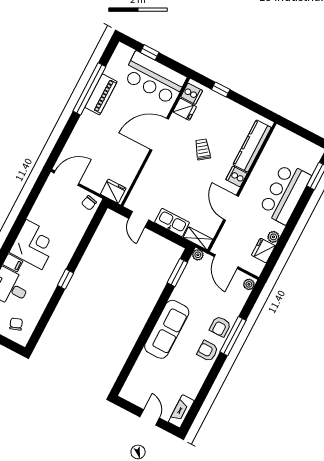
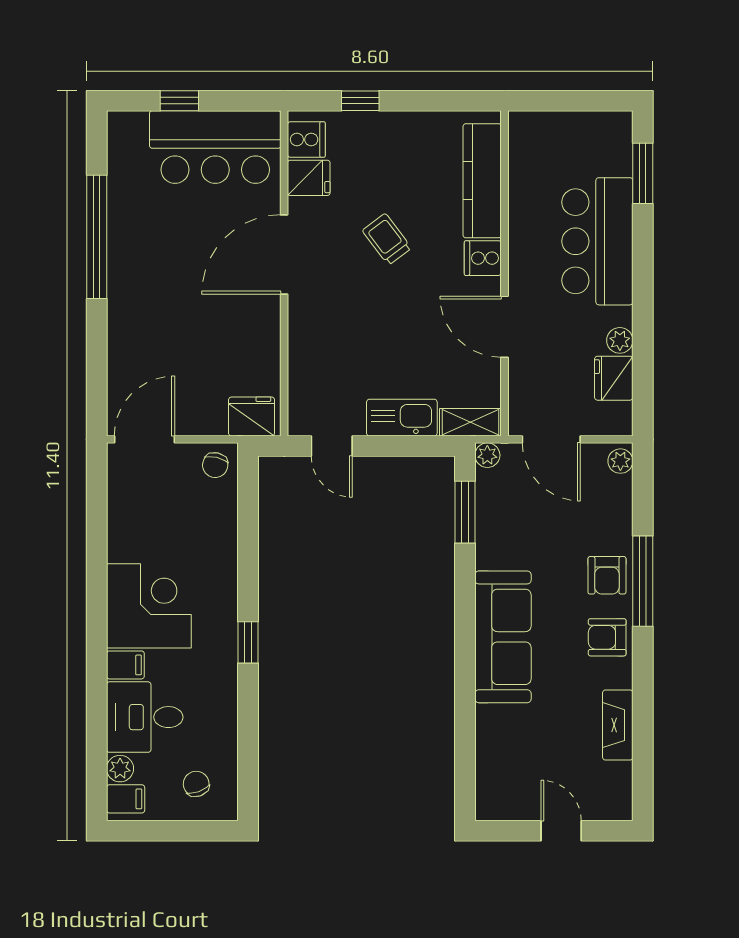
piano: (101, 94) -> (126, 236), removed
fireplace: (181, 411) -> (618, 725), moved

